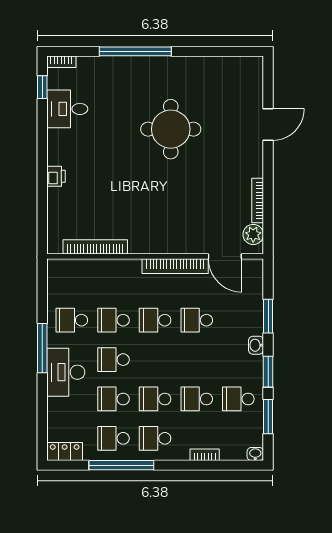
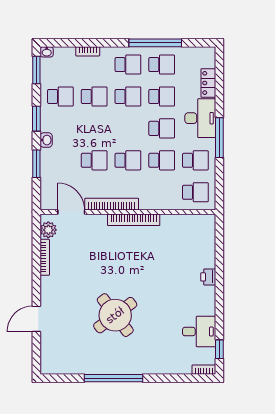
window: (135, 51) -> (114, 378), moved
round table: (171, 129) -> (115, 315), turned -37
bookcase: (95, 247) -> (134, 220), moved
school desk: (72, 281) -> (195, 192), added
window: (268, 417) -> (36, 70), moved
locker: (65, 452) -> (208, 83), moved, turned 90

